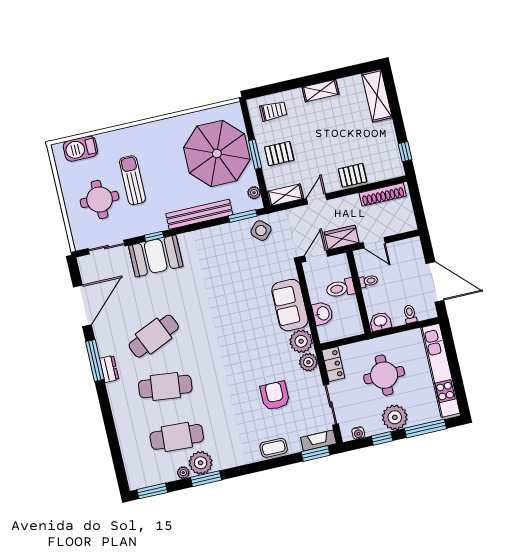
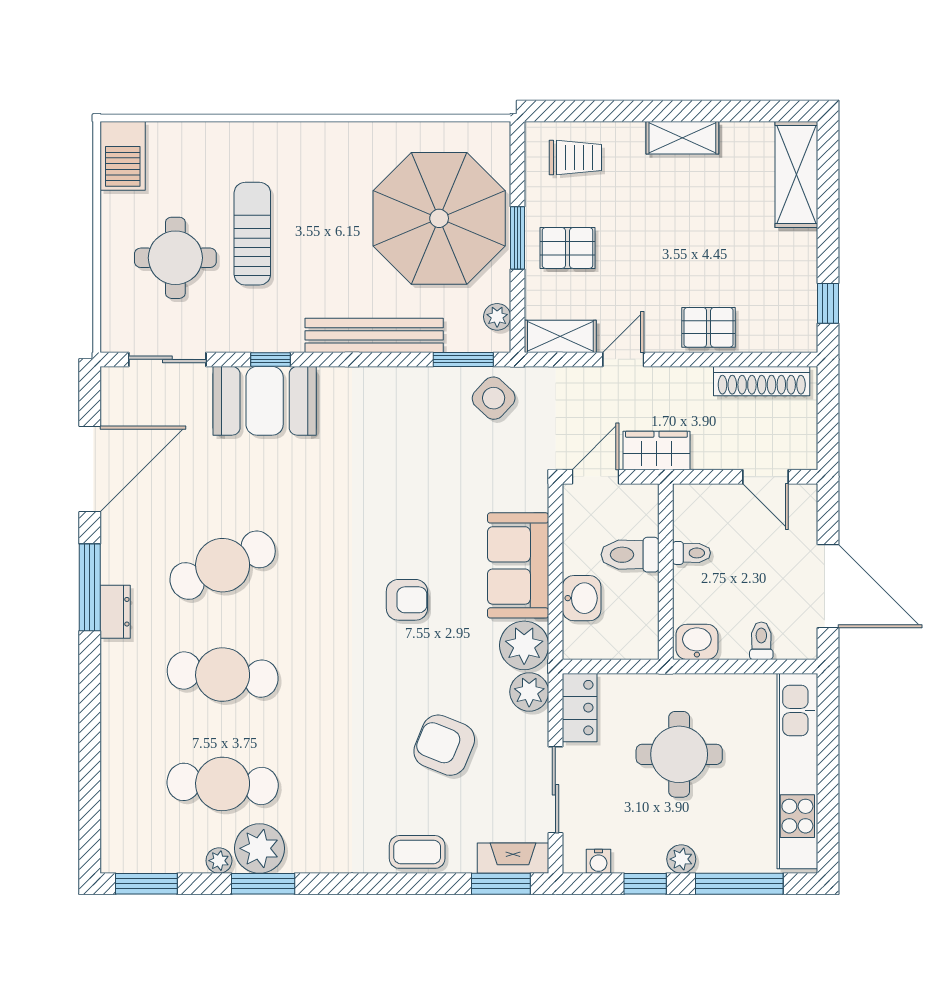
barbecue: (80, 149) -> (123, 156), moved, turned -90
door: (374, 243) -> (765, 477), moved
armchair: (242, 333) -> (407, 600), added
armchair: (275, 396) -> (444, 745), turned -68
plant: (395, 417) -> (681, 859), width x0.53, depth x0.53

